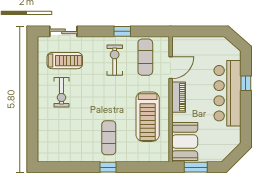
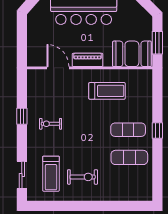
exercise mat: (145, 57) -> (129, 157), moved
exercise bike: (115, 60) -> (51, 124), width x0.73, depth x0.72
treadmill: (65, 61) -> (51, 174), turned 180
treadmill: (148, 117) -> (107, 91), width x0.73, depth x0.73

